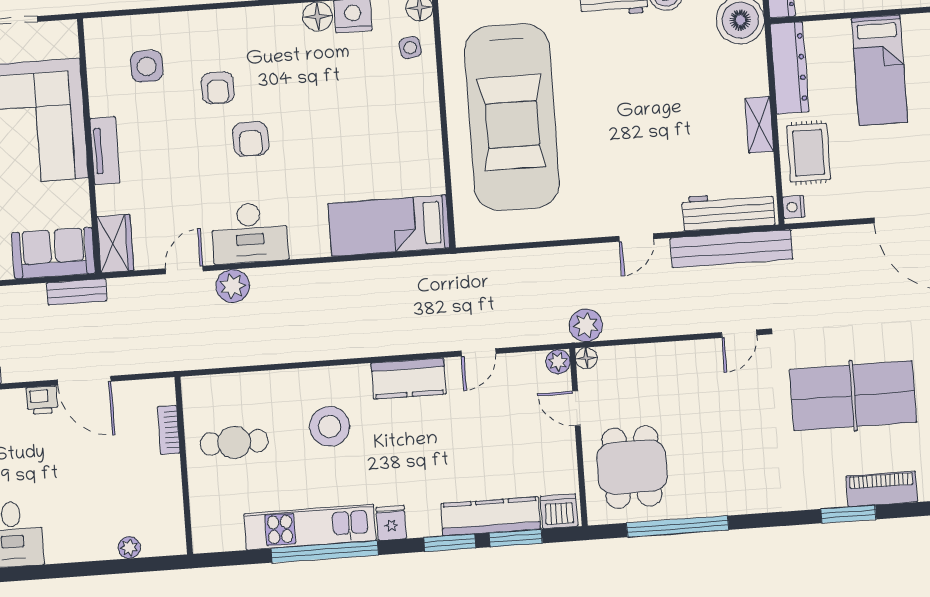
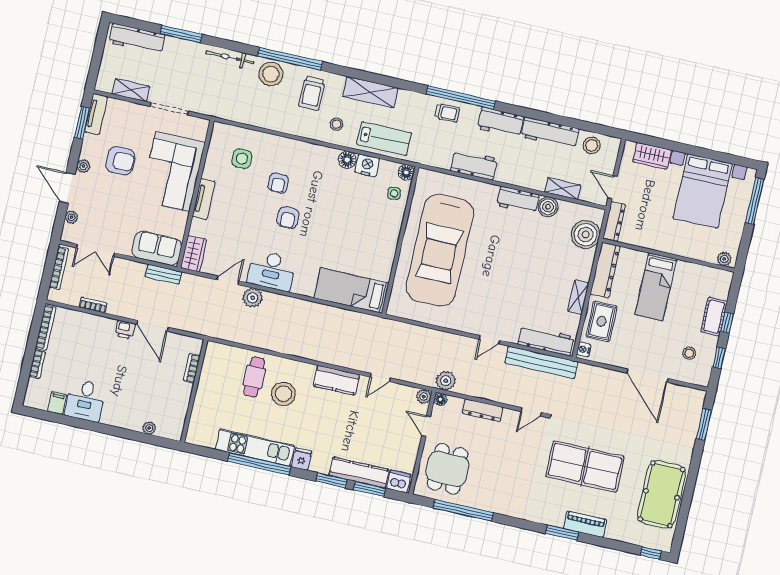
dresser: (660, 355) -> (483, 410), added
cafe table: (234, 442) -> (254, 377), moved, turned 90

